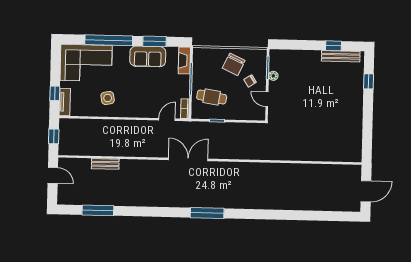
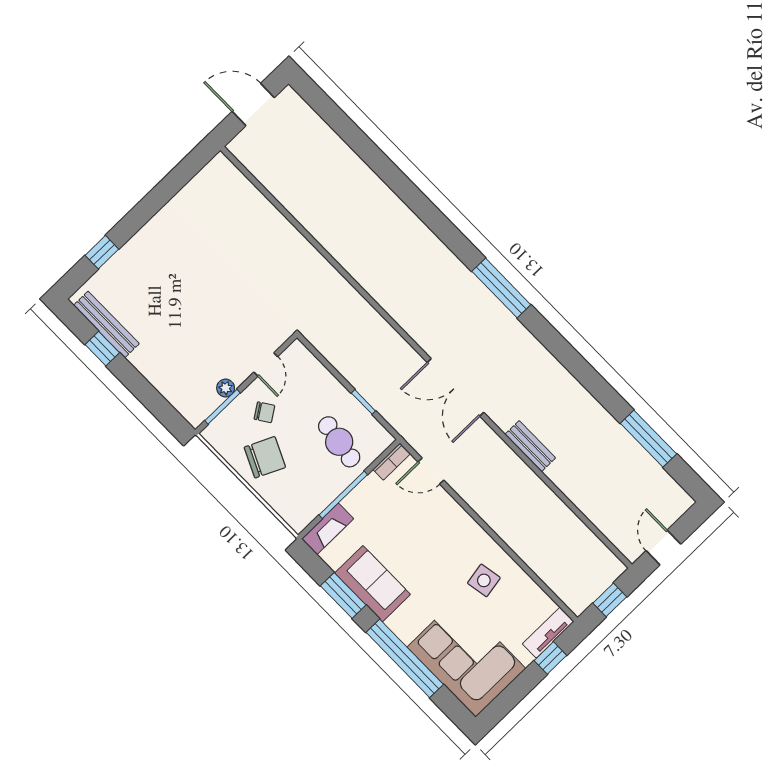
bench: (105, 164) -> (530, 446), moved

